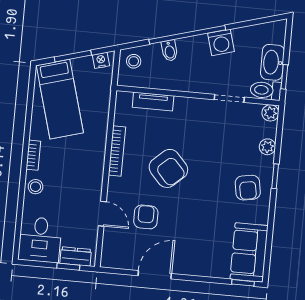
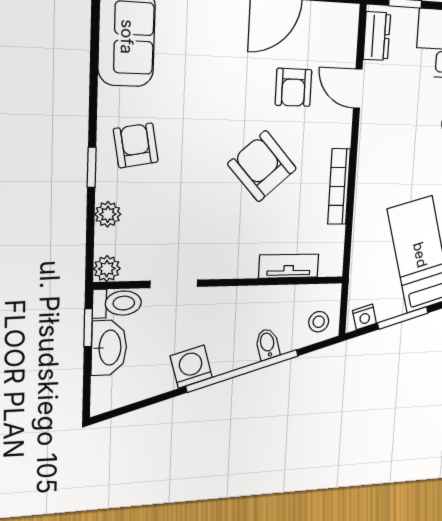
dresser: (76, 256) -> (377, 36), moved, turned -90

